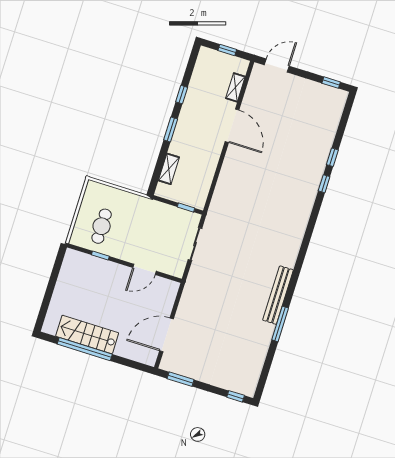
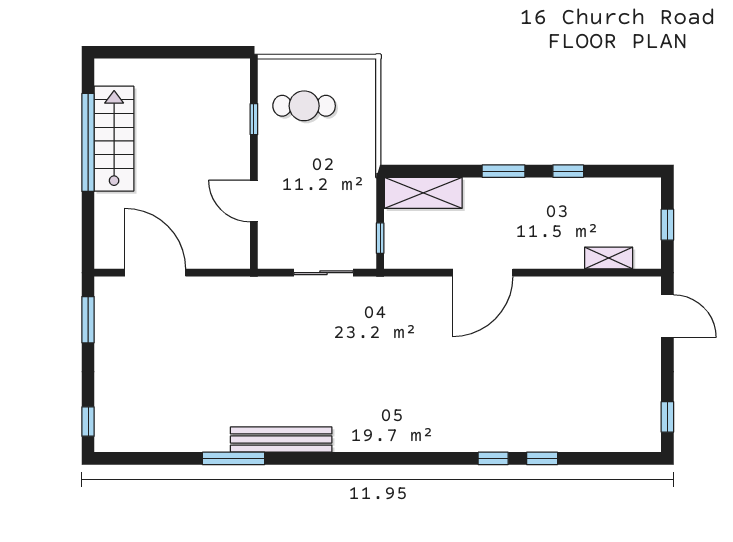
door: (232, 126) -> (483, 273), moved
shelving: (169, 169) -> (423, 193), width x1.50, depth x1.33

